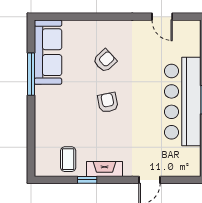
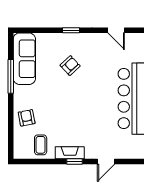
window: (106, 17) -> (71, 30), added
armchair: (108, 103) -> (27, 118), moved
window: (87, 180) -> (75, 162), moved

